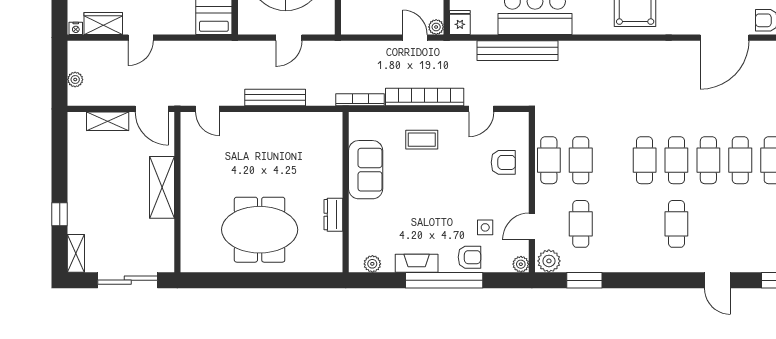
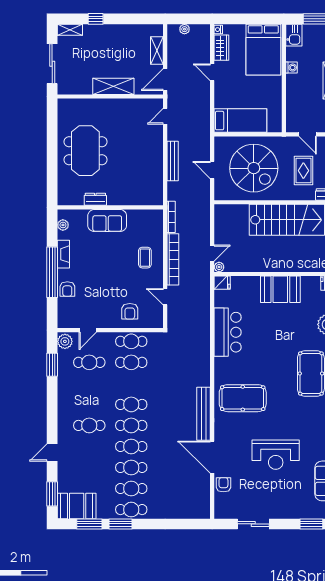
bench: (518, 51) -> (204, 414), moved
sofa: (366, 170) -> (107, 221), moved
door: (532, 226) -> (88, 330), swing flipped
side table: (485, 227) -> (87, 299), removed
plant: (521, 264) -> (63, 323), removed

